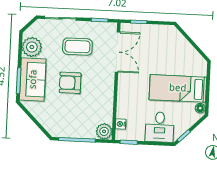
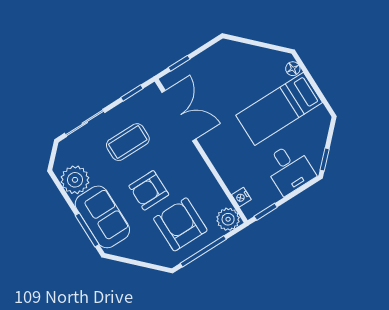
floor lamp: (200, 108) -> (293, 69), moved
armchair: (75, 115) -> (180, 224), added

